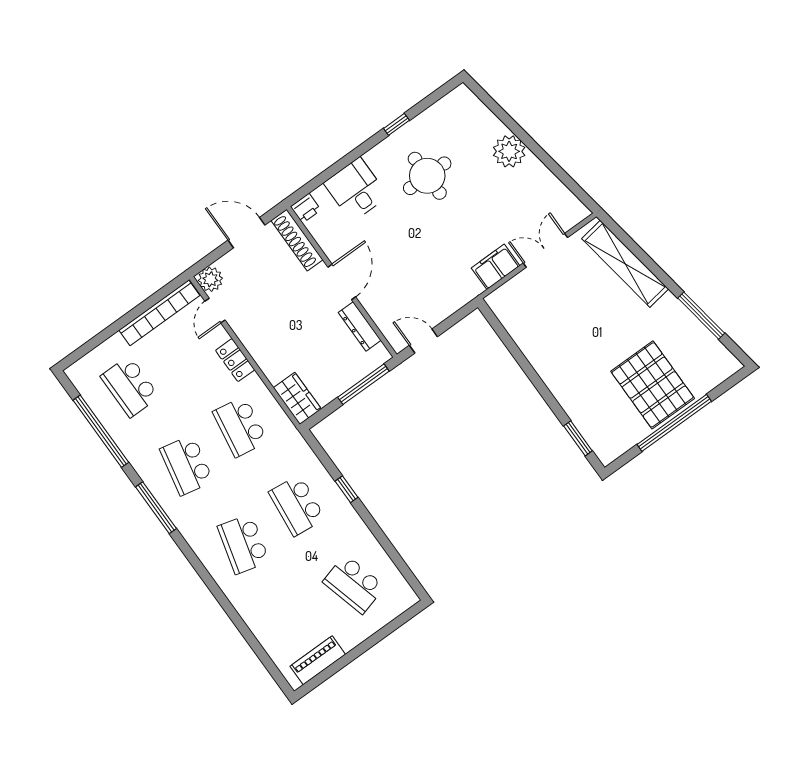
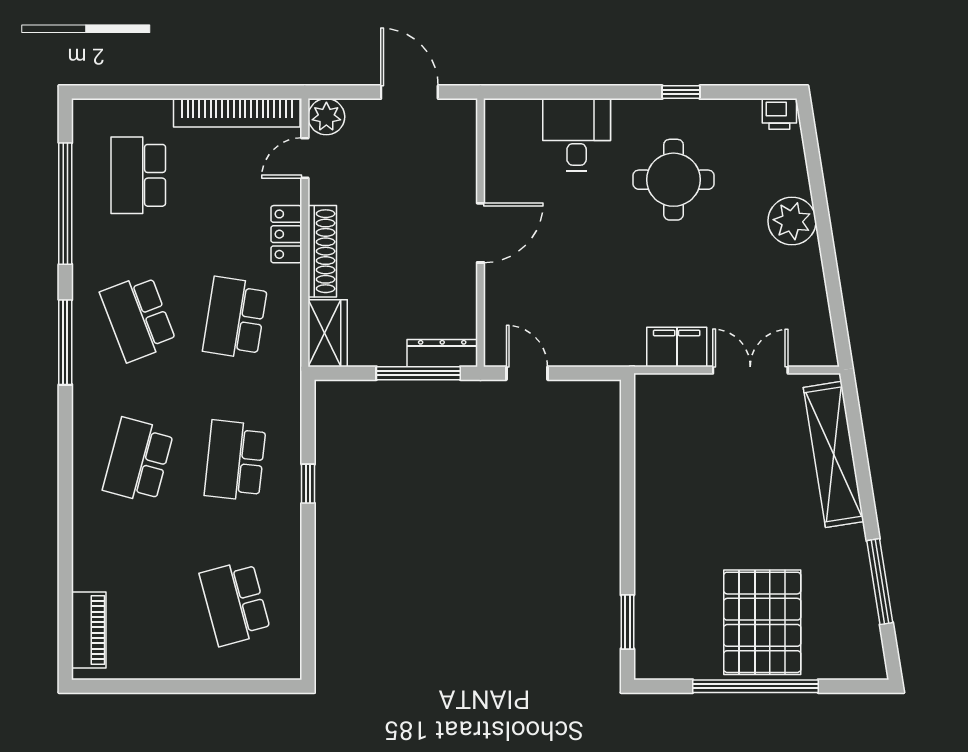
printer: (306, 208) -> (779, 114), moved
shoe rack: (297, 240) -> (322, 251), moved, turned 180
dresser: (360, 326) -> (442, 353), moved, turned 90
school desk: (187, 465) -> (138, 318), turned -33
piano: (318, 660) -> (89, 630), moved, turned 90

